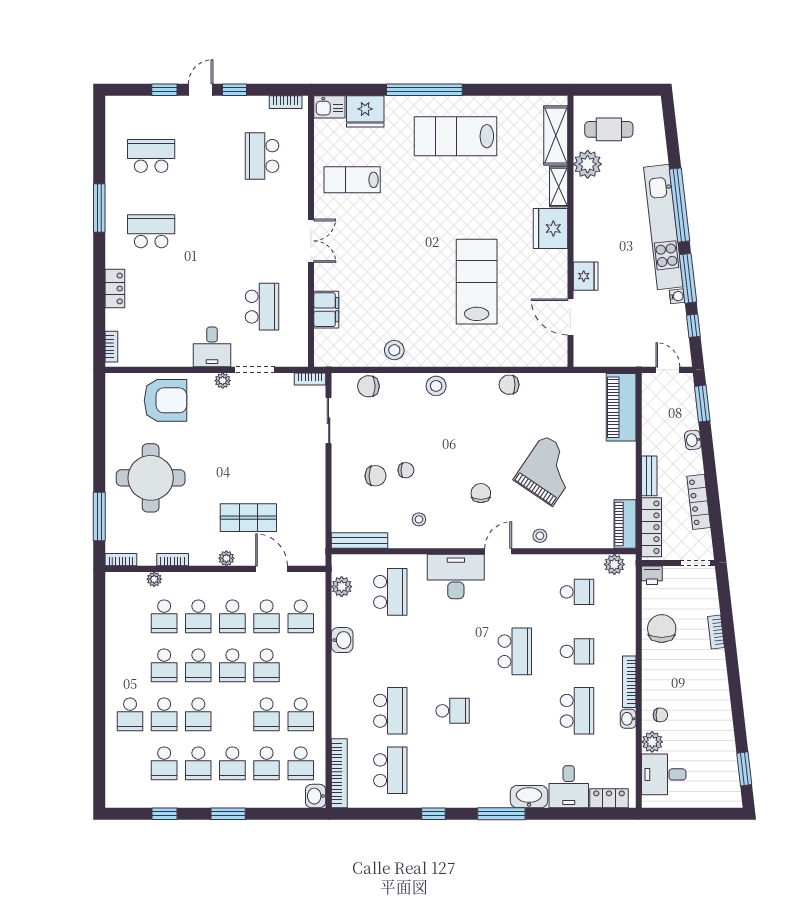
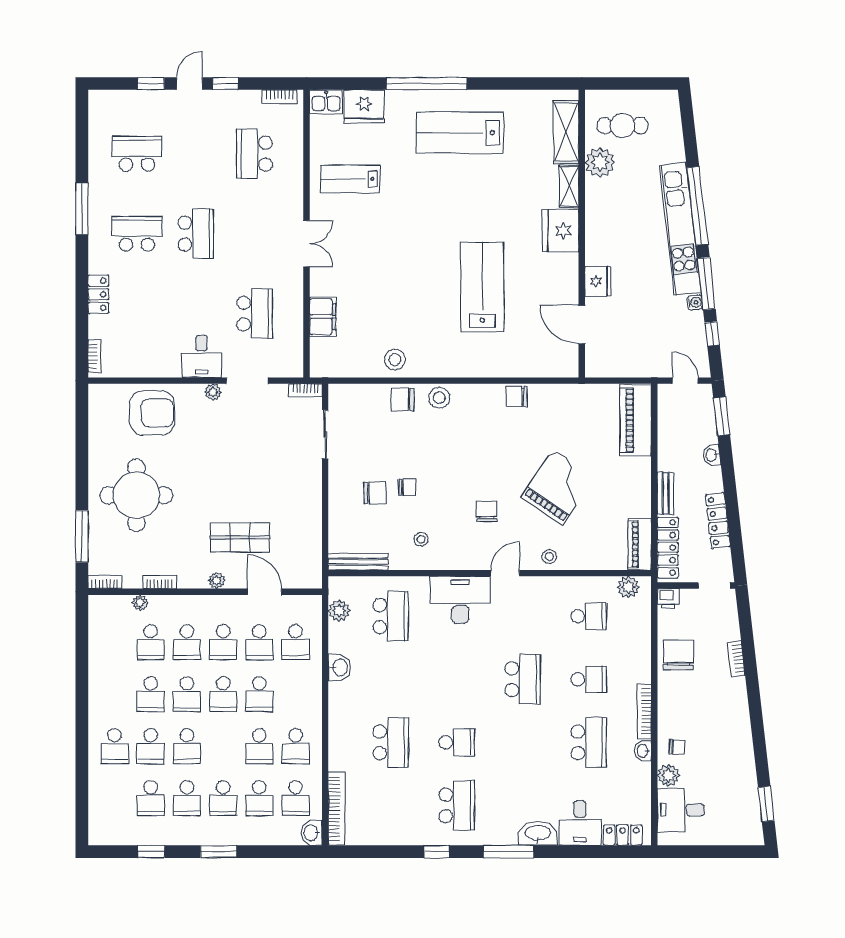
school desk: (207, 231) -> (196, 234), added
chair: (368, 386) -> (402, 400), moved
school desk: (390, 770) -> (457, 805), moved

